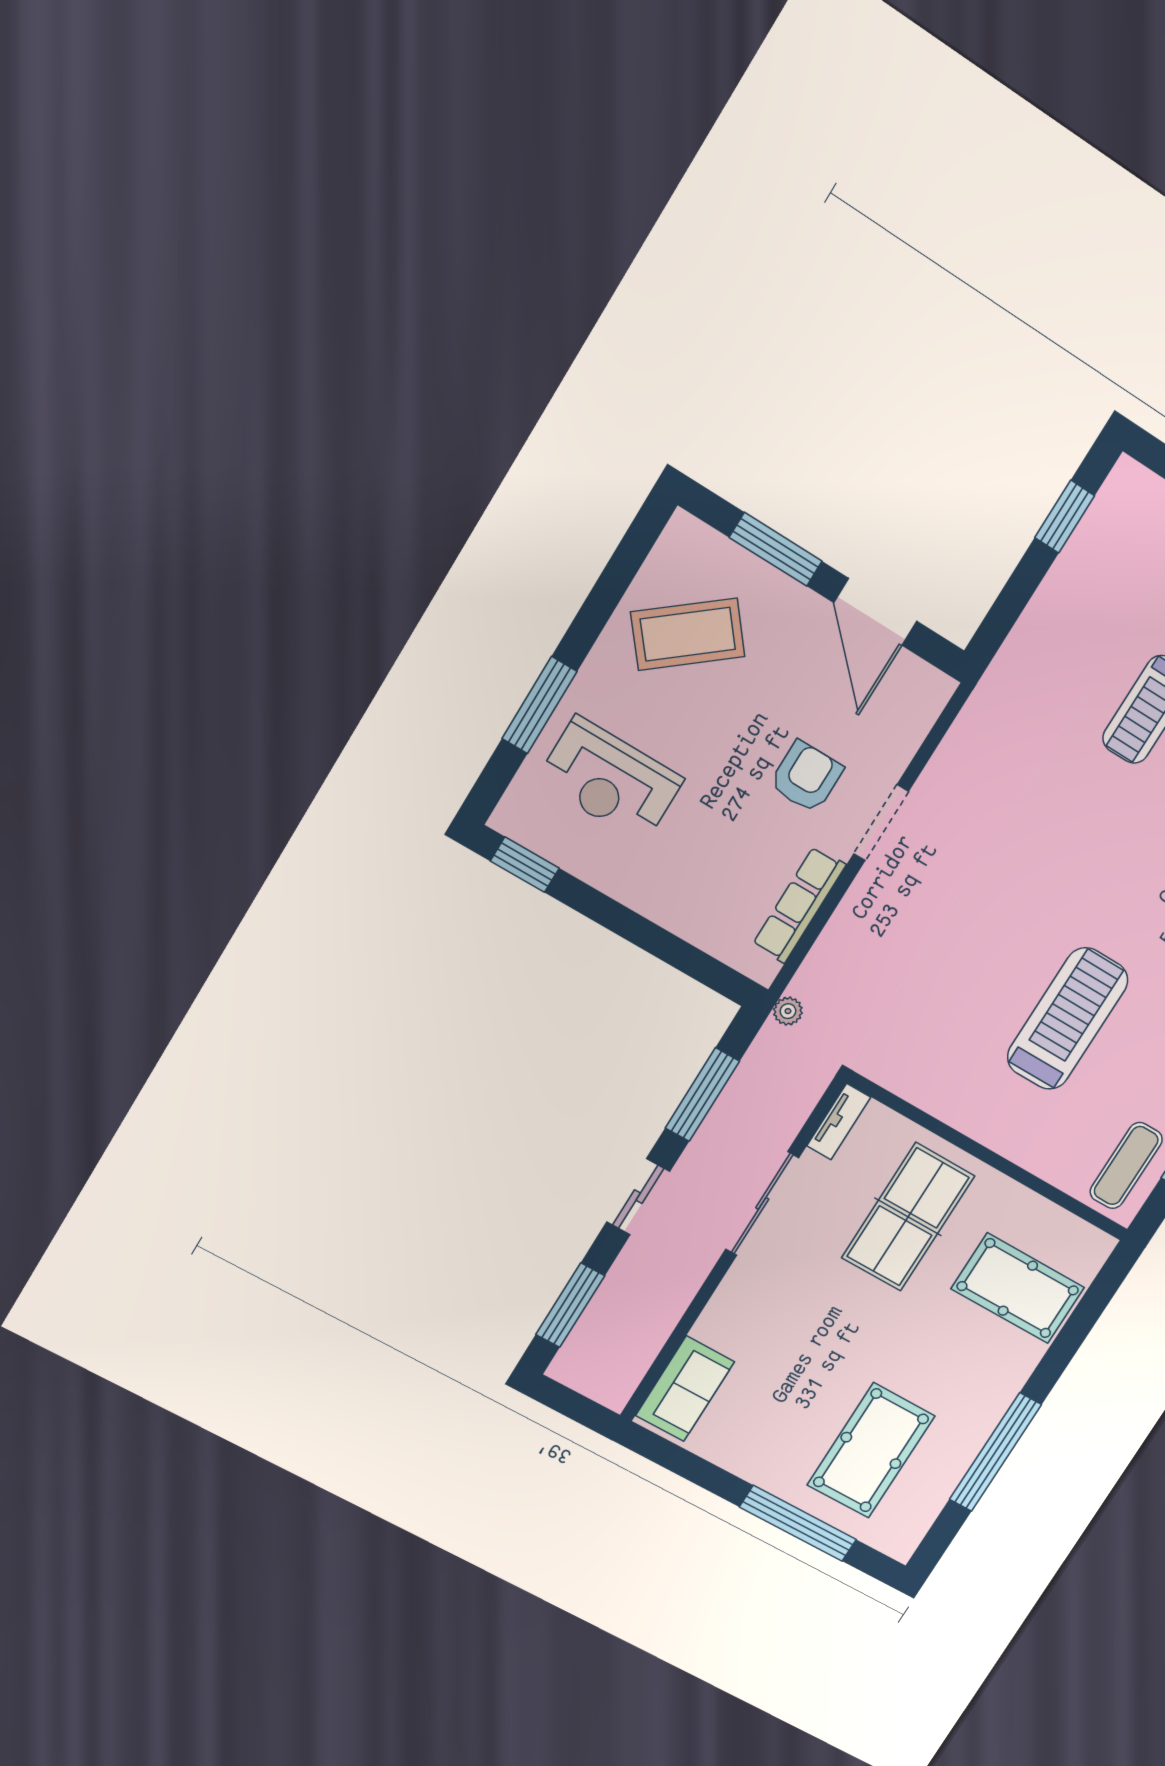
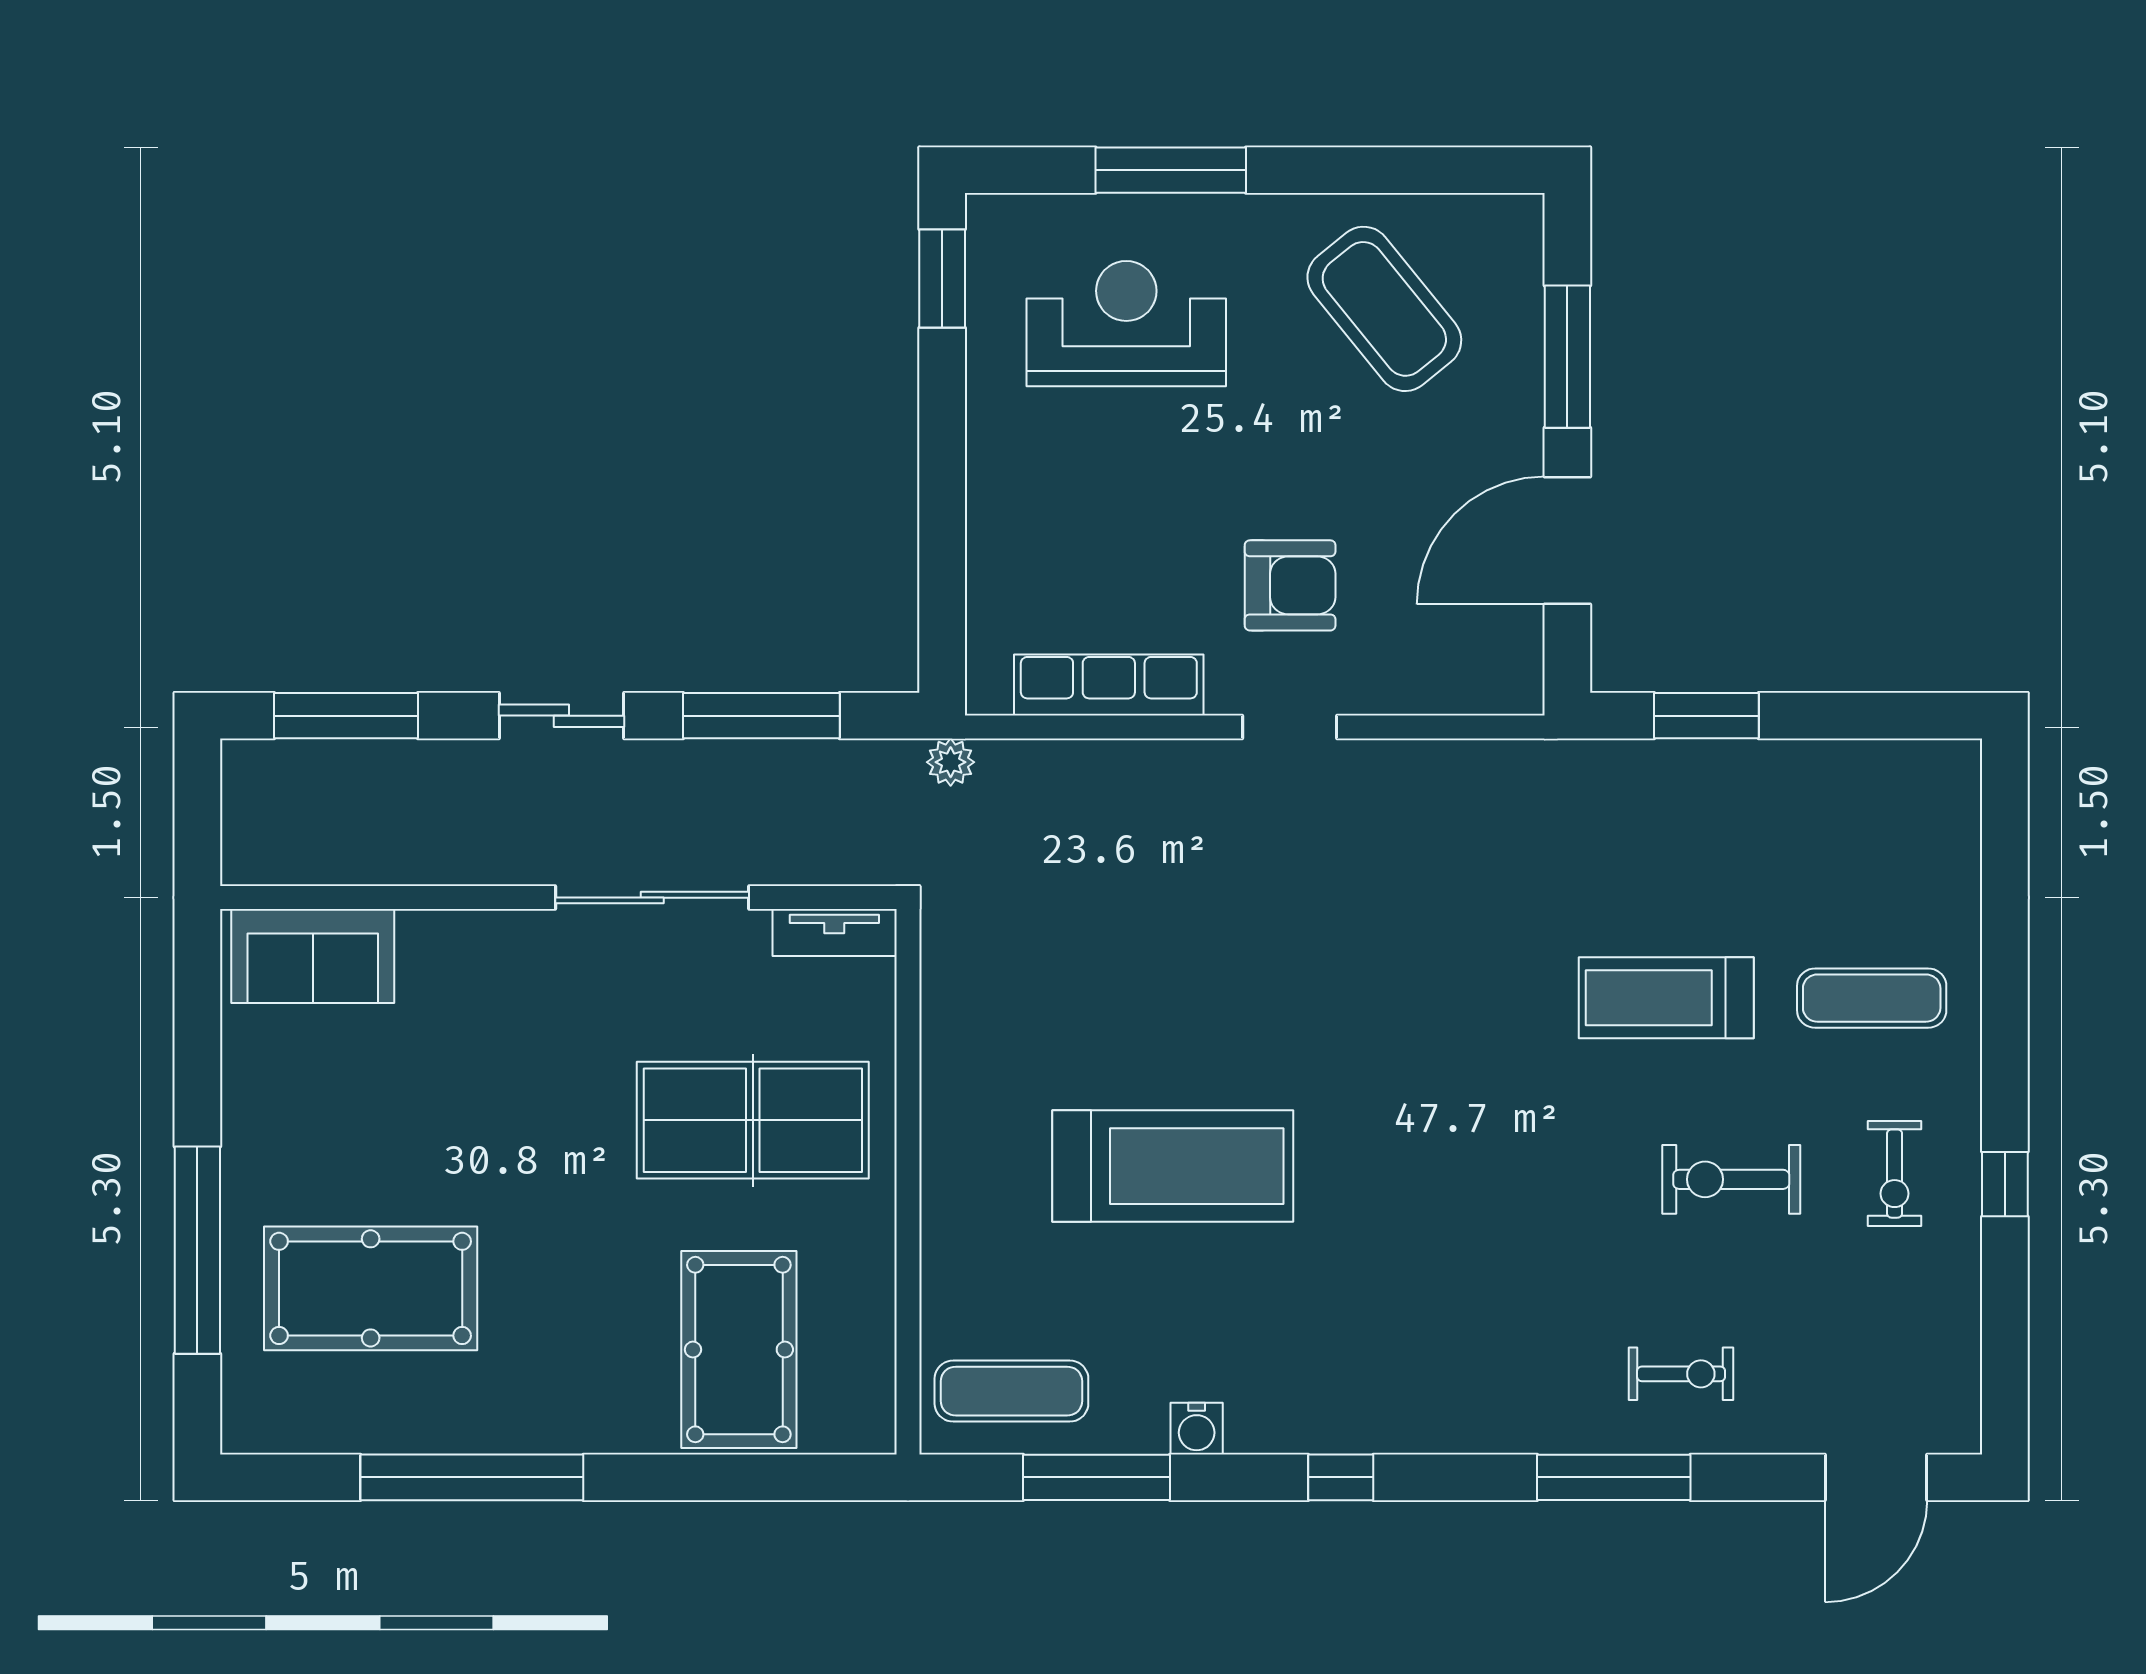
window: (1065, 517) -> (1706, 716), moved
reception desk: (610, 780) -> (1126, 324), turned 90
doorway: (881, 823) -> (1290, 727), width x0.73

